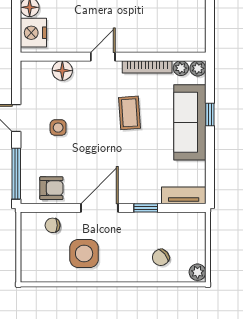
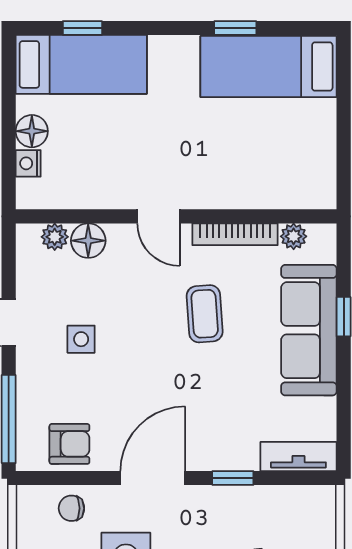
nightstand: (33, 33) -> (28, 163), width x0.53, depth x0.56
door: (103, 57) -> (159, 216), swing flipped
plant: (198, 68) -> (55, 237), moved

